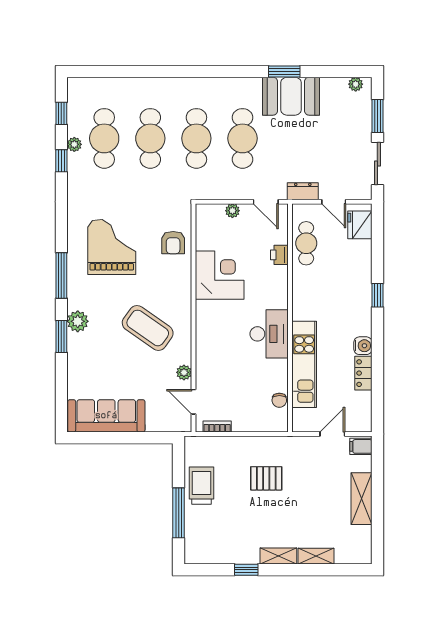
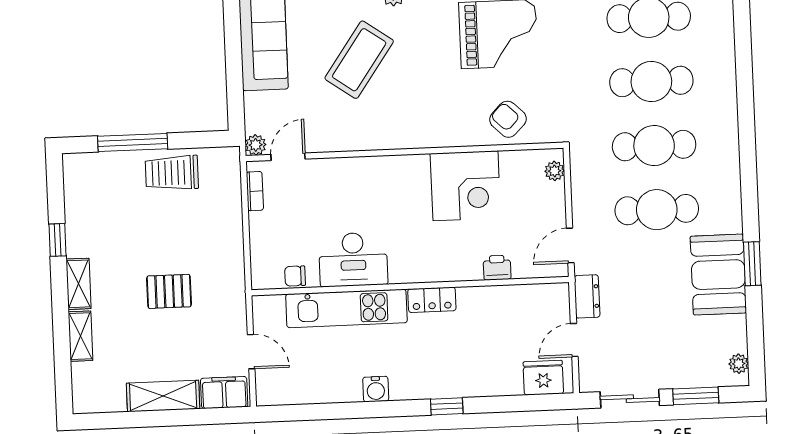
plant: (232, 211) -> (555, 171), moved
armchair: (173, 243) -> (508, 119), turned 44
cafe table: (306, 243) -> (515, 304), removed
coffee table: (148, 328) -> (359, 60), moved
desk: (269, 334) -> (353, 259), moved
plant: (184, 372) -> (256, 145), moved
locker: (363, 373) -> (432, 300), moved, turned 180
filing cabinet: (361, 446) -> (224, 393), width x2.00
pallet: (266, 478) -> (169, 291), moved, turned 90
trolley: (201, 486) -> (172, 173), turned 180

